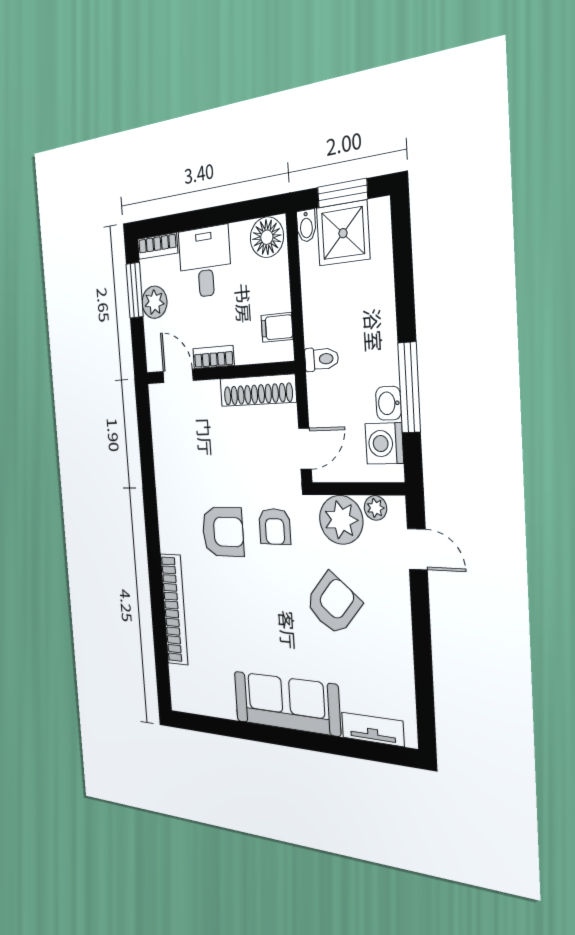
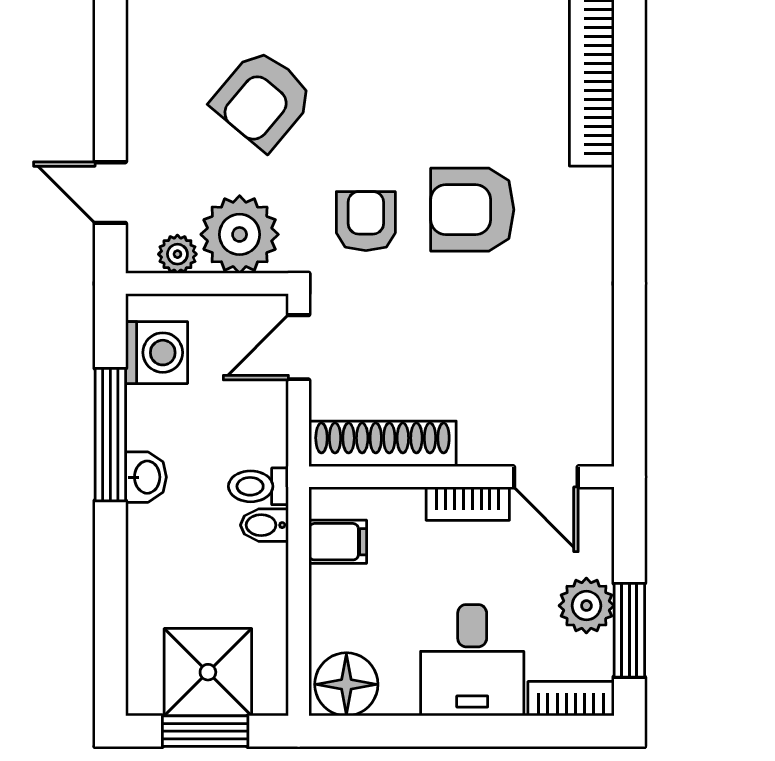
bidet: (306, 226) -> (264, 525), moved, turned -90
washbasin: (388, 403) -> (146, 477), moved

